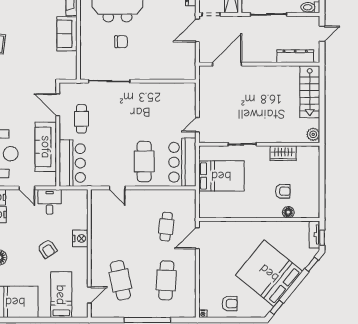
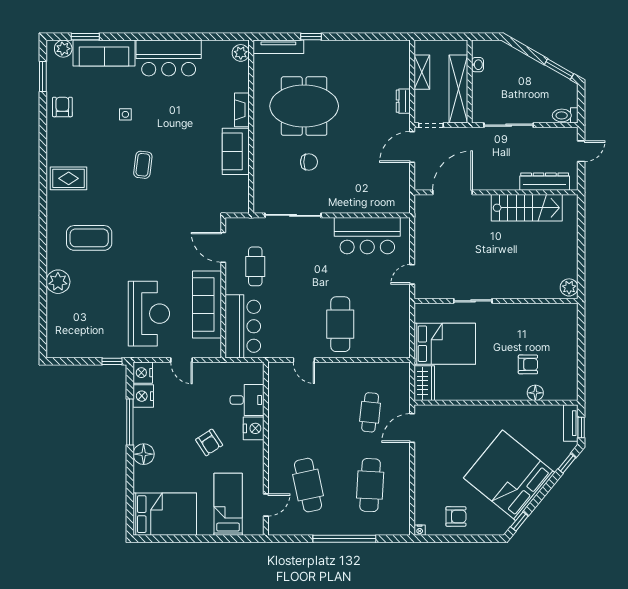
stairs: (310, 92) -> (527, 208), moved, turned -90
wardrobe: (283, 153) -> (424, 383), moved, turned -90
bar counter: (182, 162) -> (367, 236), moved, turned -90
desk: (50, 202) -> (247, 400), moved, turned 90

